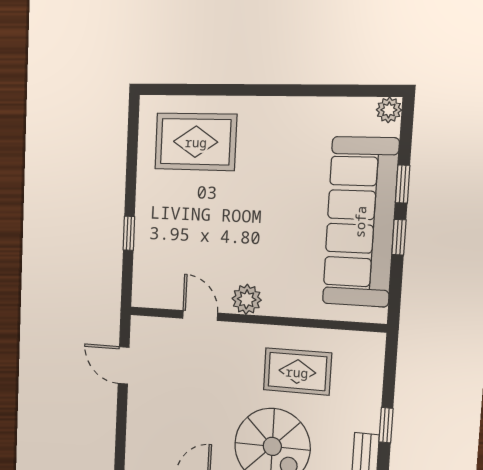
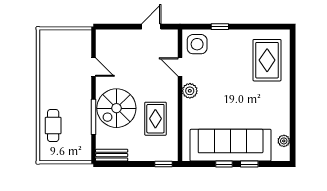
plant: (389, 110) -> (284, 141), moved
side table: (159, 279) -> (197, 44), added
door: (200, 316) -> (180, 67), swing flipped
window: (386, 425) -> (164, 164), moved

